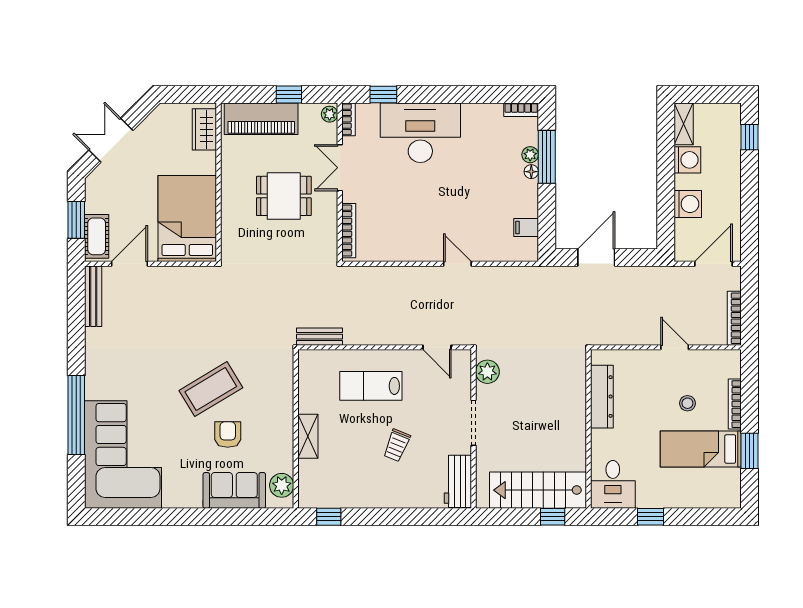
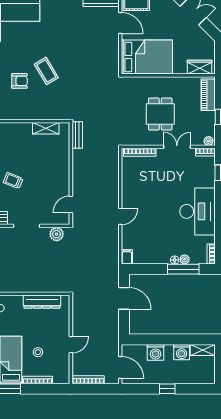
piano: (261, 119) -> (208, 95), width x0.73, depth x0.75
desk: (420, 133) -> (198, 211), moved
window: (749, 137) -> (167, 389), moved
filing cabinet: (526, 228) -> (127, 257), moved
lab bench: (371, 386) -> (48, 165), removed
coffee table: (211, 389) -> (46, 71), width x0.73, depth x0.76
shelving: (308, 436) -> (46, 128), moved

